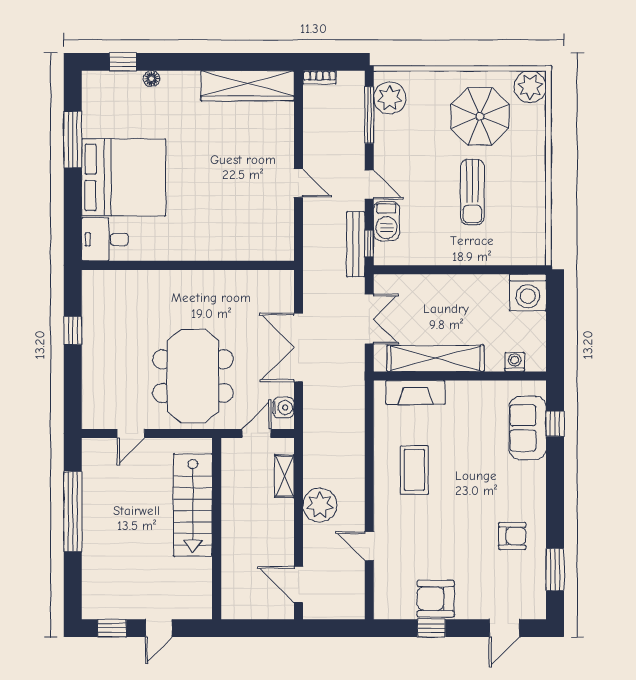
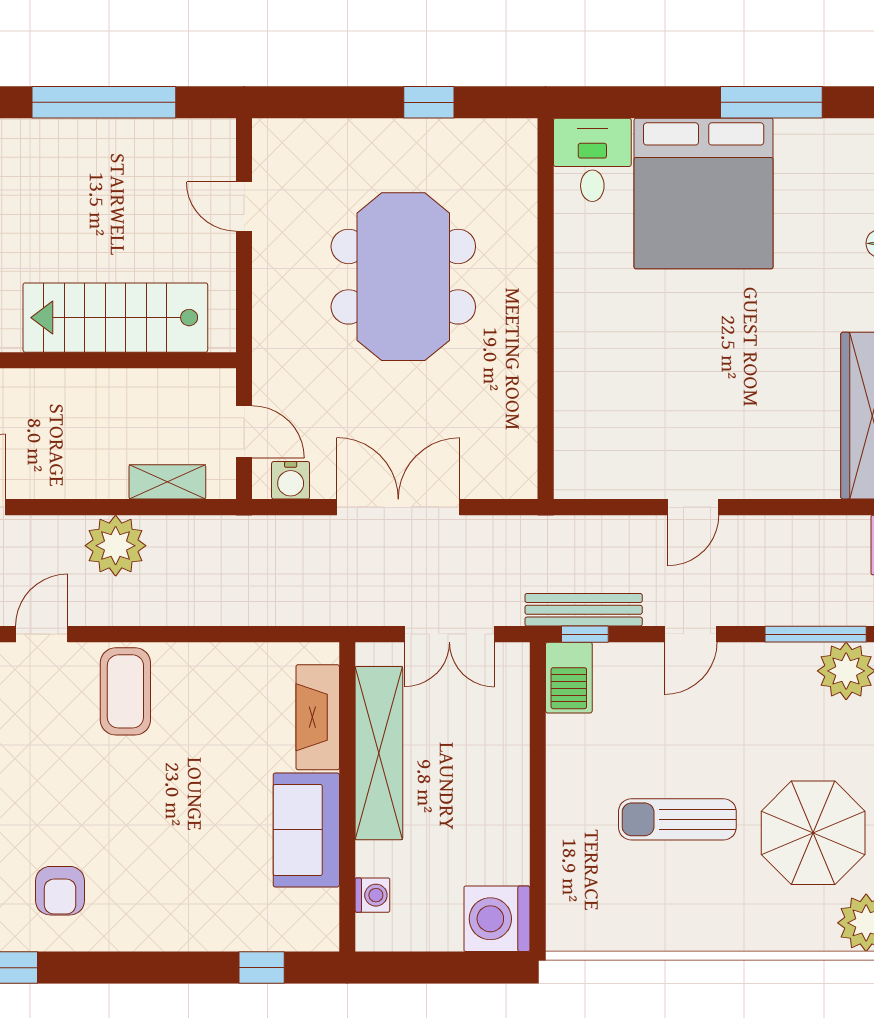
barbecue: (387, 221) -> (569, 678), moved, turned -90
meeting table: (193, 376) -> (403, 277), moved, turned 90
sofa: (528, 428) -> (306, 830), moved, turned -90
coffee table: (414, 470) -> (125, 691), moved, turned 90

